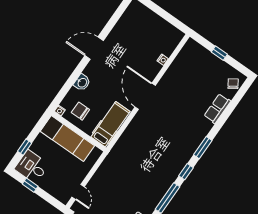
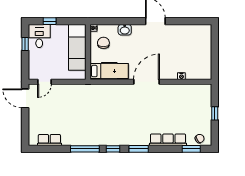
window: (237, 98) -> (191, 149), added
row of seats: (217, 109) -> (168, 140), width x1.48

